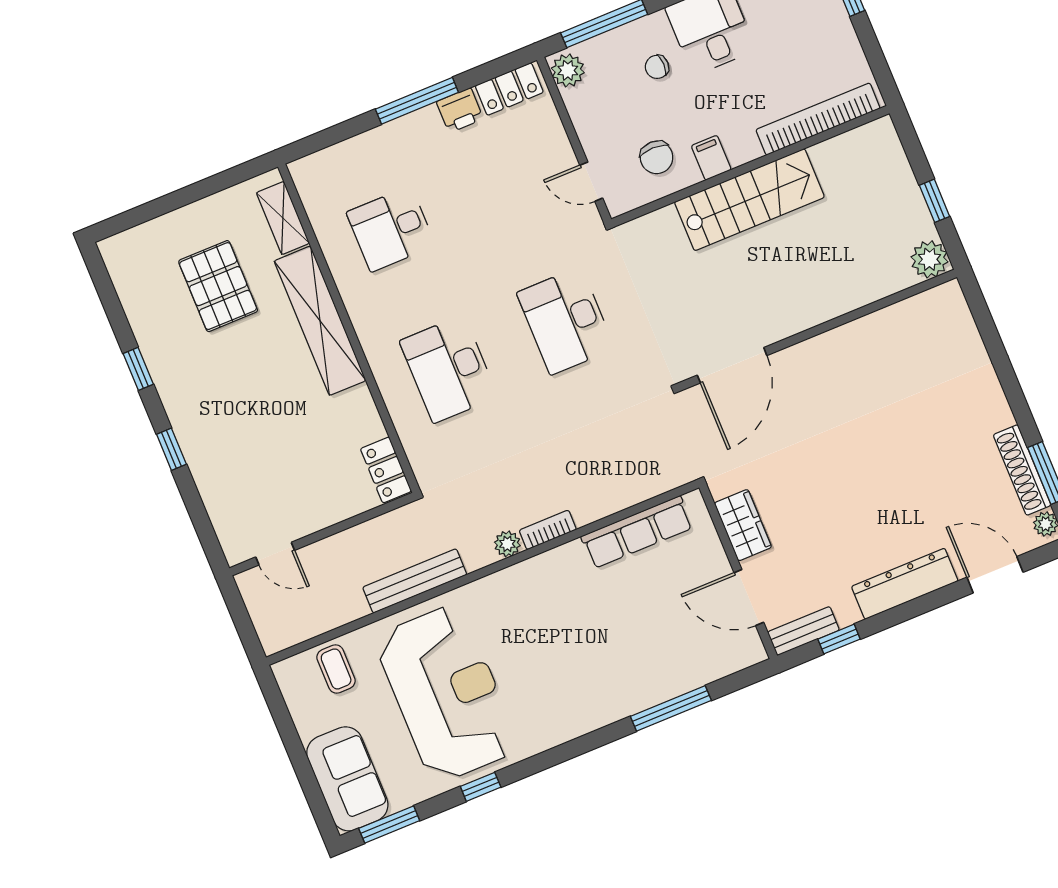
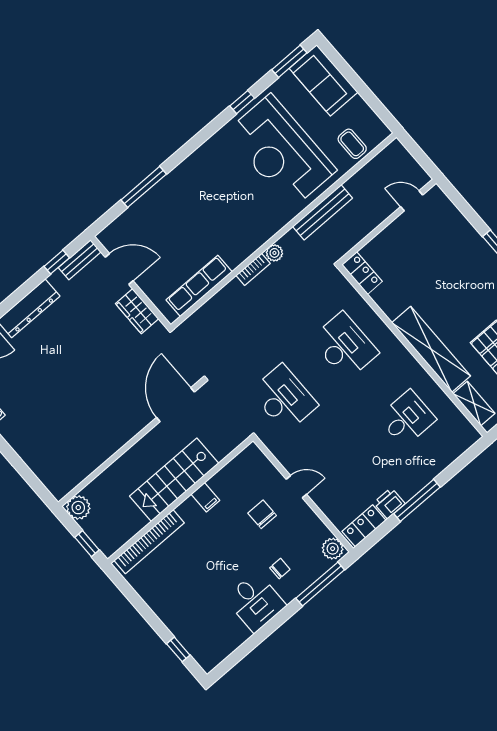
bookcase: (818, 119) -> (149, 542), moved
filing cabinet: (711, 158) -> (205, 497), moved
wall: (750, 166) -> (180, 500), moved
stairs: (749, 200) -> (174, 480), moved

